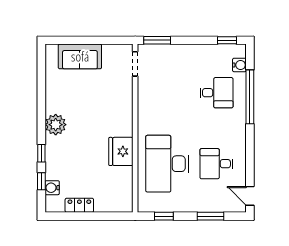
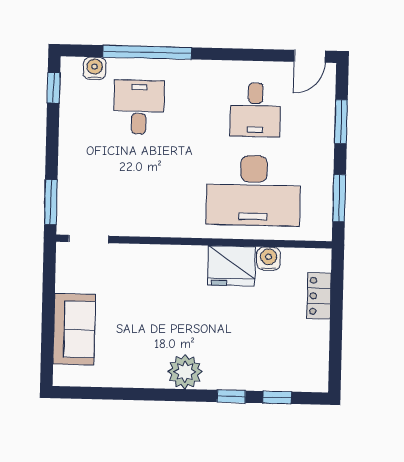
water cooler: (52, 188) -> (269, 259), moved, turned 180
locker: (79, 205) -> (319, 296), moved
window: (164, 216) -> (339, 198), width x1.50

